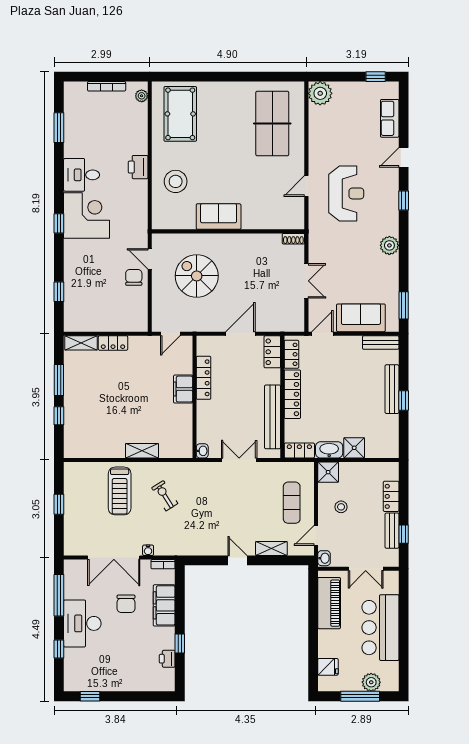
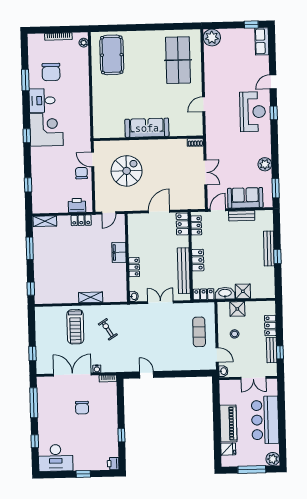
row of seats: (390, 118) -> (262, 41), moved
window: (59, 128) -> (25, 80), moved
chair: (95, 135) -> (51, 72), added
printer: (138, 167) -> (77, 205), moved, turned 90
stool: (176, 181) -> (110, 103), removed
reception desk: (346, 193) -> (253, 112), moved
sofa: (219, 217) -> (147, 128), width x1.36
plant: (389, 245) -> (265, 164), moved
spiral stairs: (197, 276) -> (127, 171), turned 90
locker: (113, 343) -> (81, 220), moved
bench: (381, 343) -> (242, 216), moved
locker: (204, 378) -> (134, 267), moved, width x0.66
locker: (292, 394) -> (198, 260), width x0.66
window: (59, 416) -> (31, 289), moved
shower: (328, 472) -> (237, 309), moved
window: (59, 504) -> (32, 353), moved
door: (316, 535) -> (217, 355), swing flipped
shelving: (271, 548) -> (185, 365), removed
double door: (114, 557) -> (72, 375), swing flipped
door: (238, 560) -> (147, 375), moved
piano: (329, 603) -> (228, 424), moved
filing cabinet: (164, 605) -> (109, 408), removed
desk: (82, 623) -> (56, 458), moved, turned -90
printer: (167, 659) -> (113, 464), moved
plant: (371, 682) -> (273, 459), moved
window: (90, 696) -> (83, 474), moved

